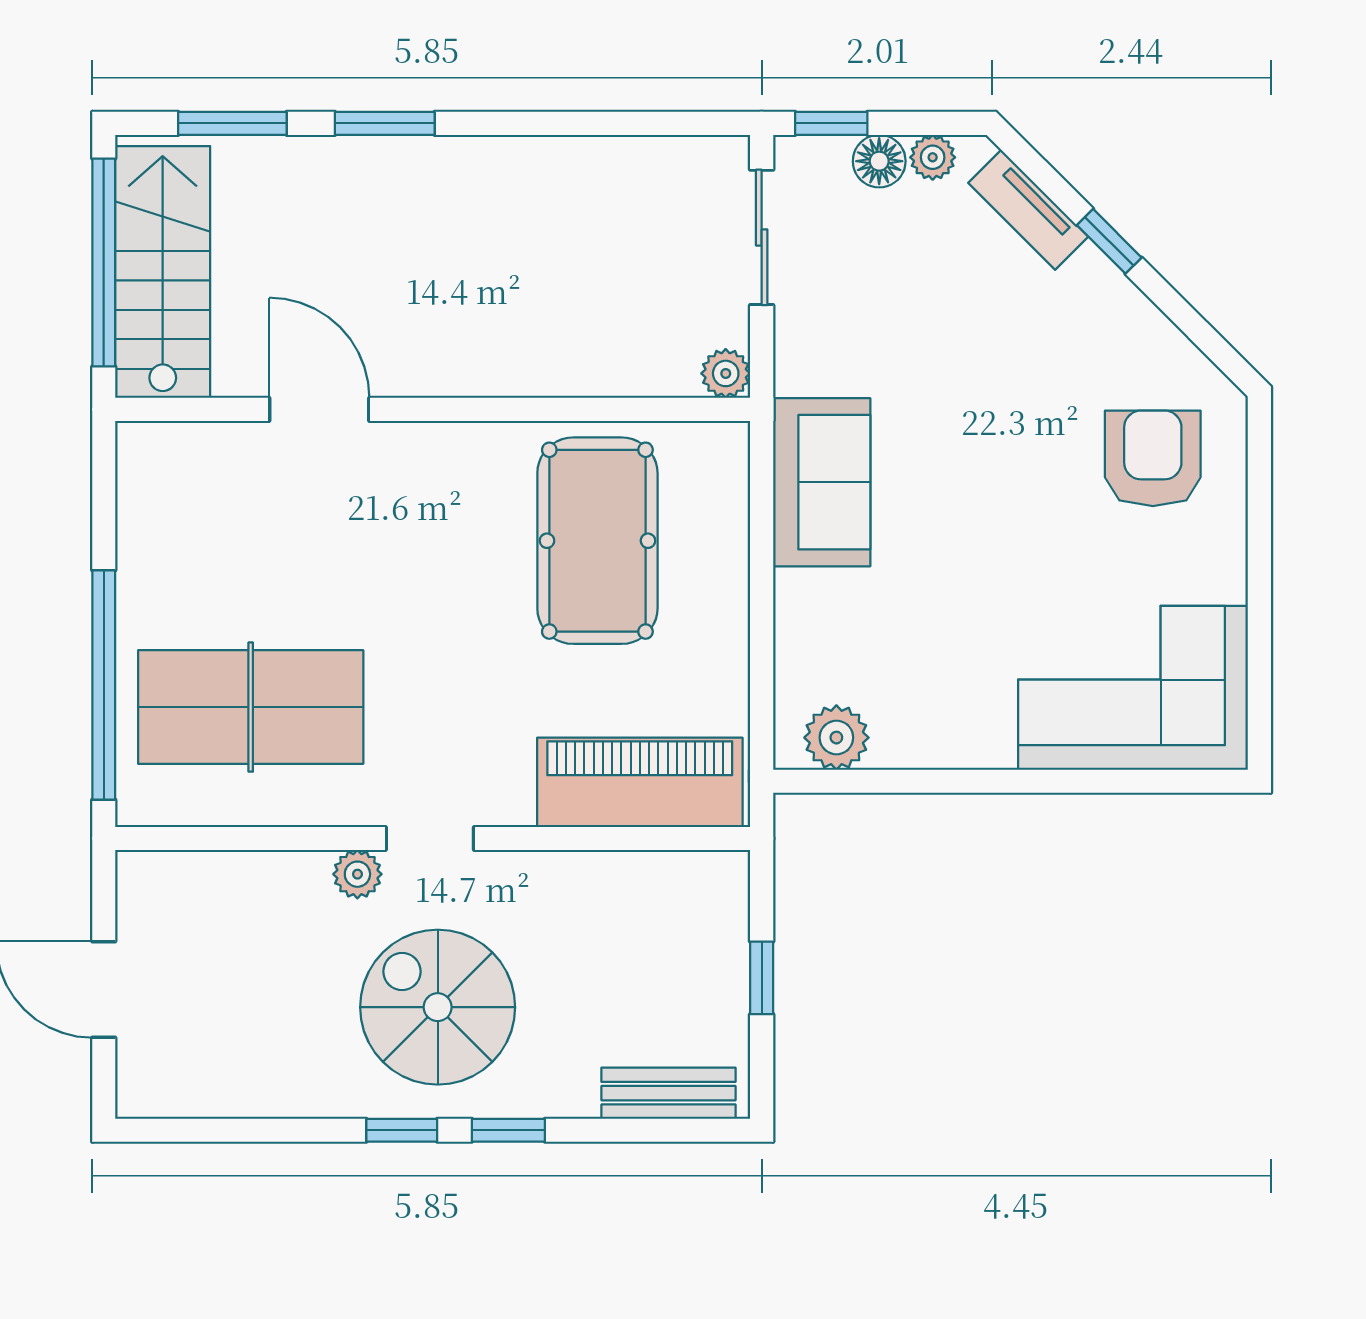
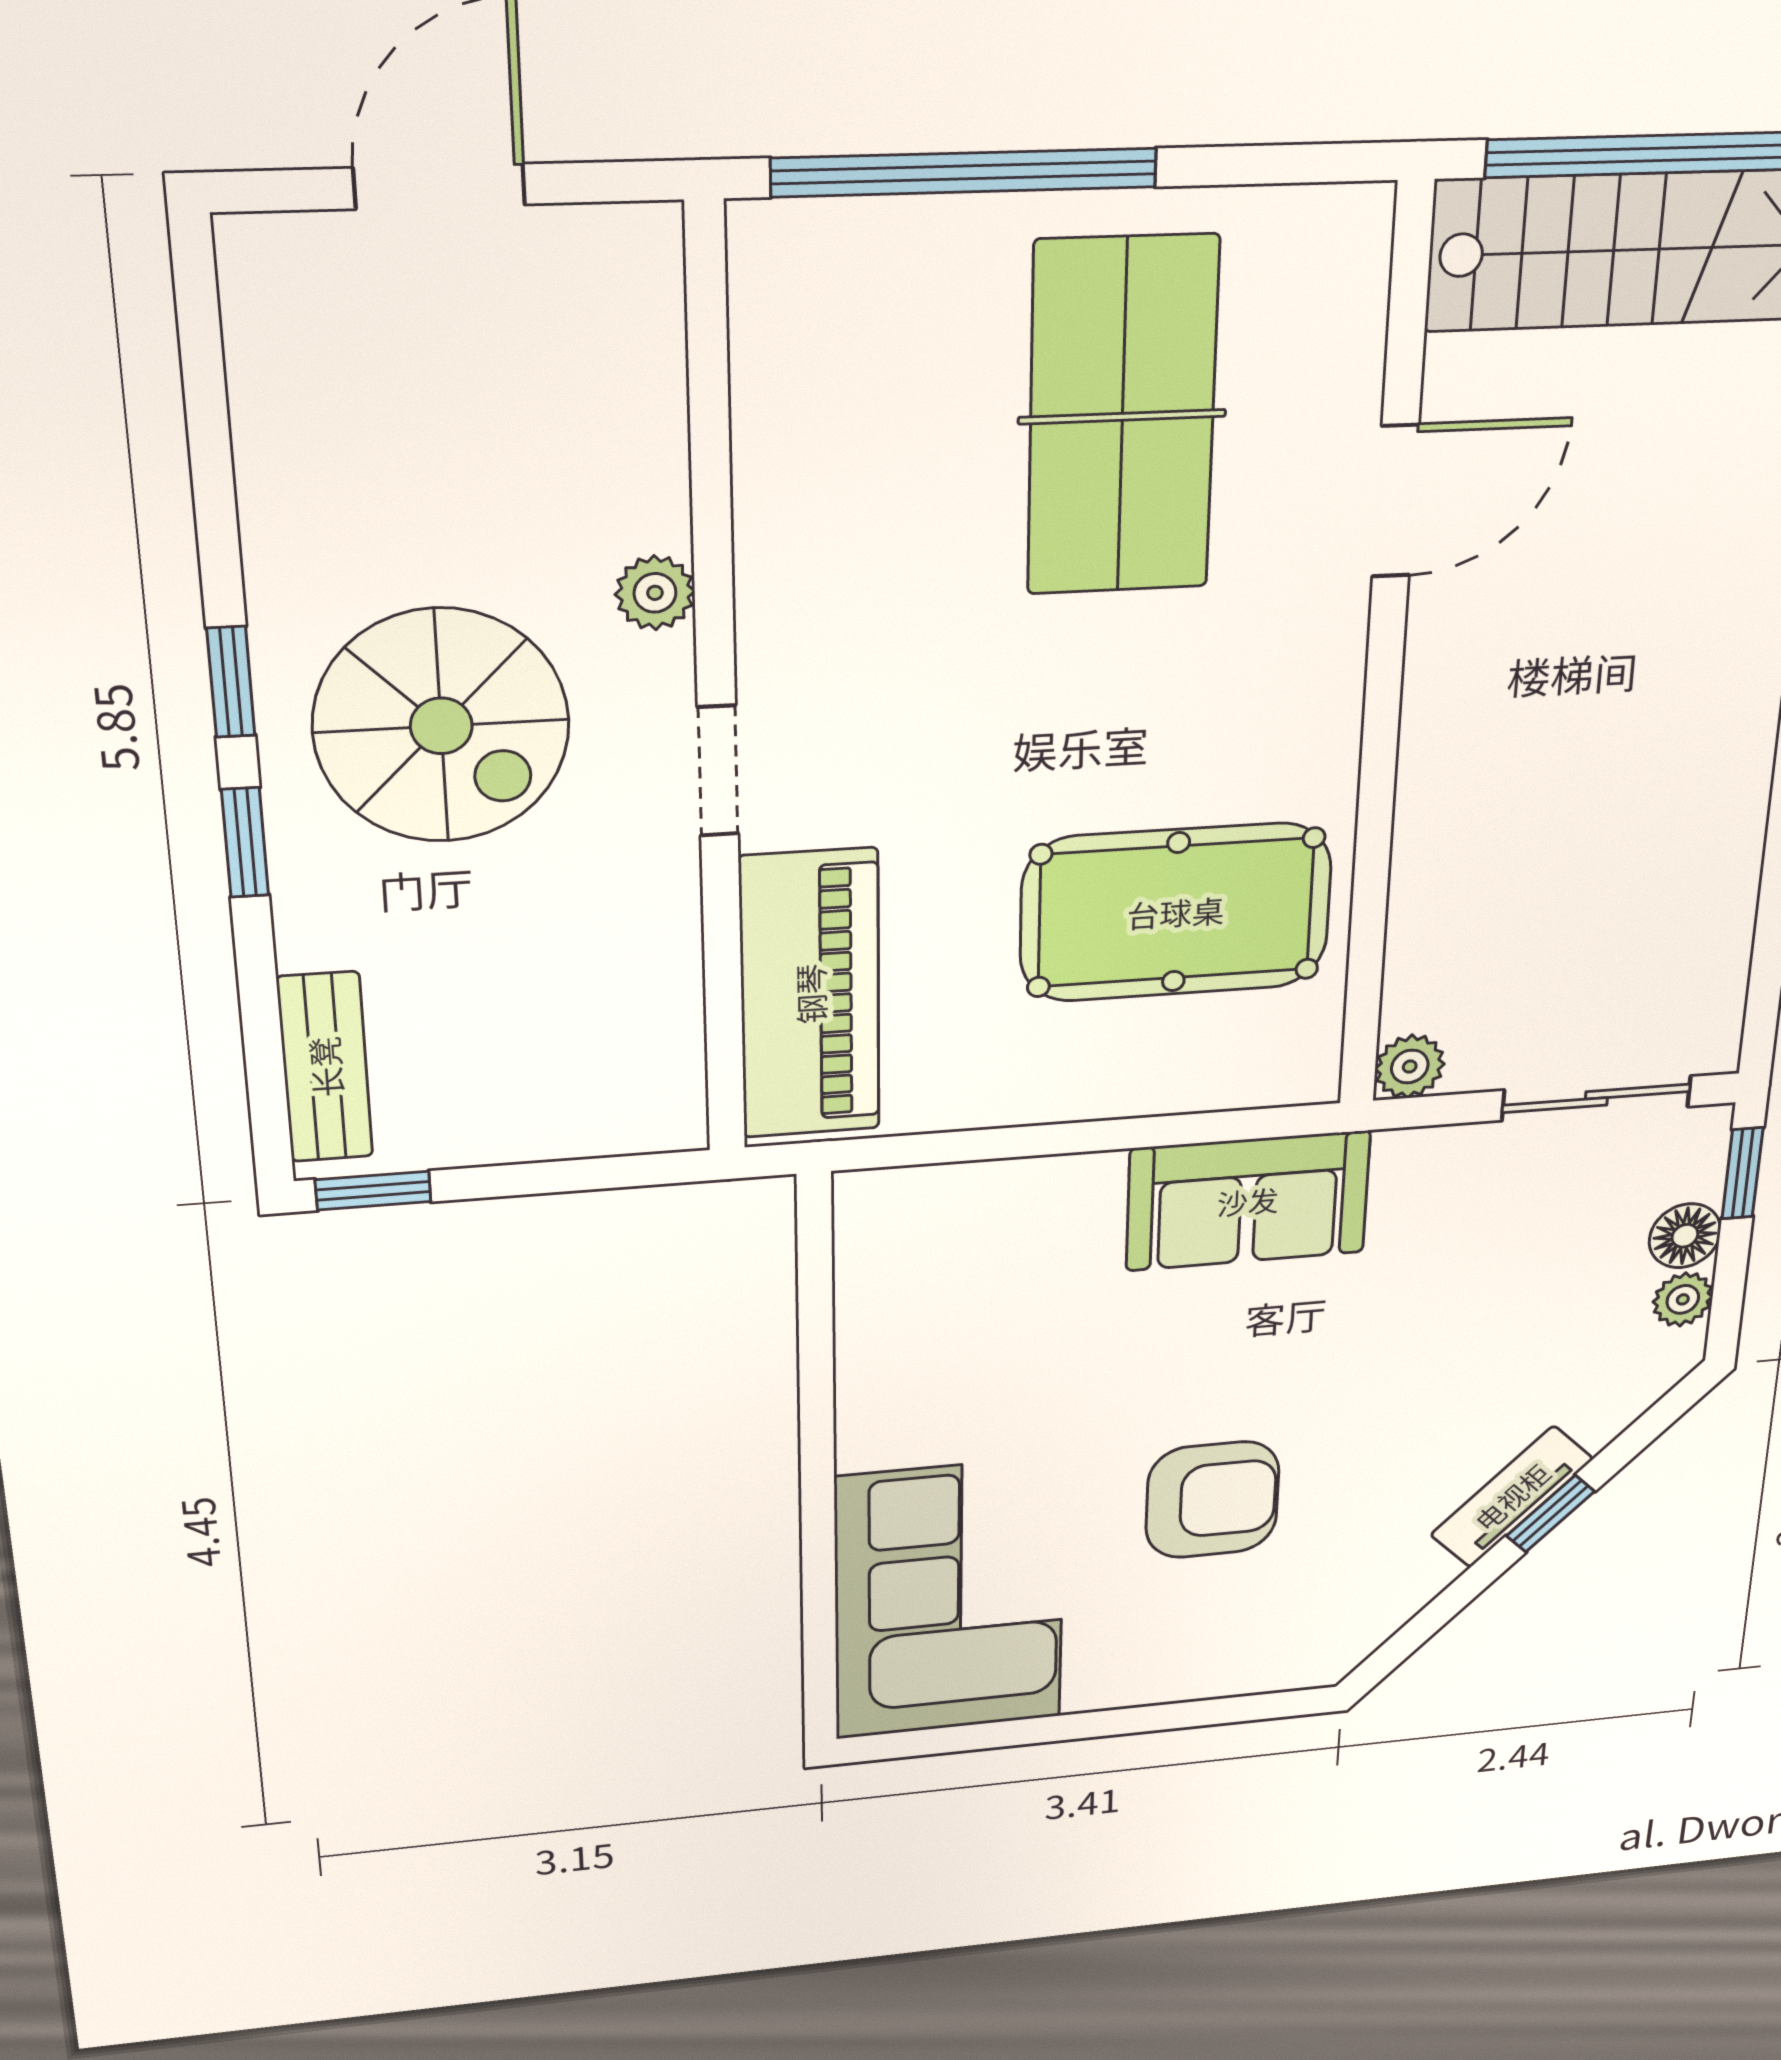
tv unit: (1028, 210) -> (1512, 1497), moved
armchair: (1153, 458) -> (1212, 1500), moved
table tennis table: (251, 707) -> (1122, 417), moved
plant: (836, 738) -> (879, 1249), removed
doorway: (430, 838) -> (718, 771), moved
window: (762, 978) -> (373, 1191), moved
spiral stairs: (438, 1007) -> (441, 726), turned 90

